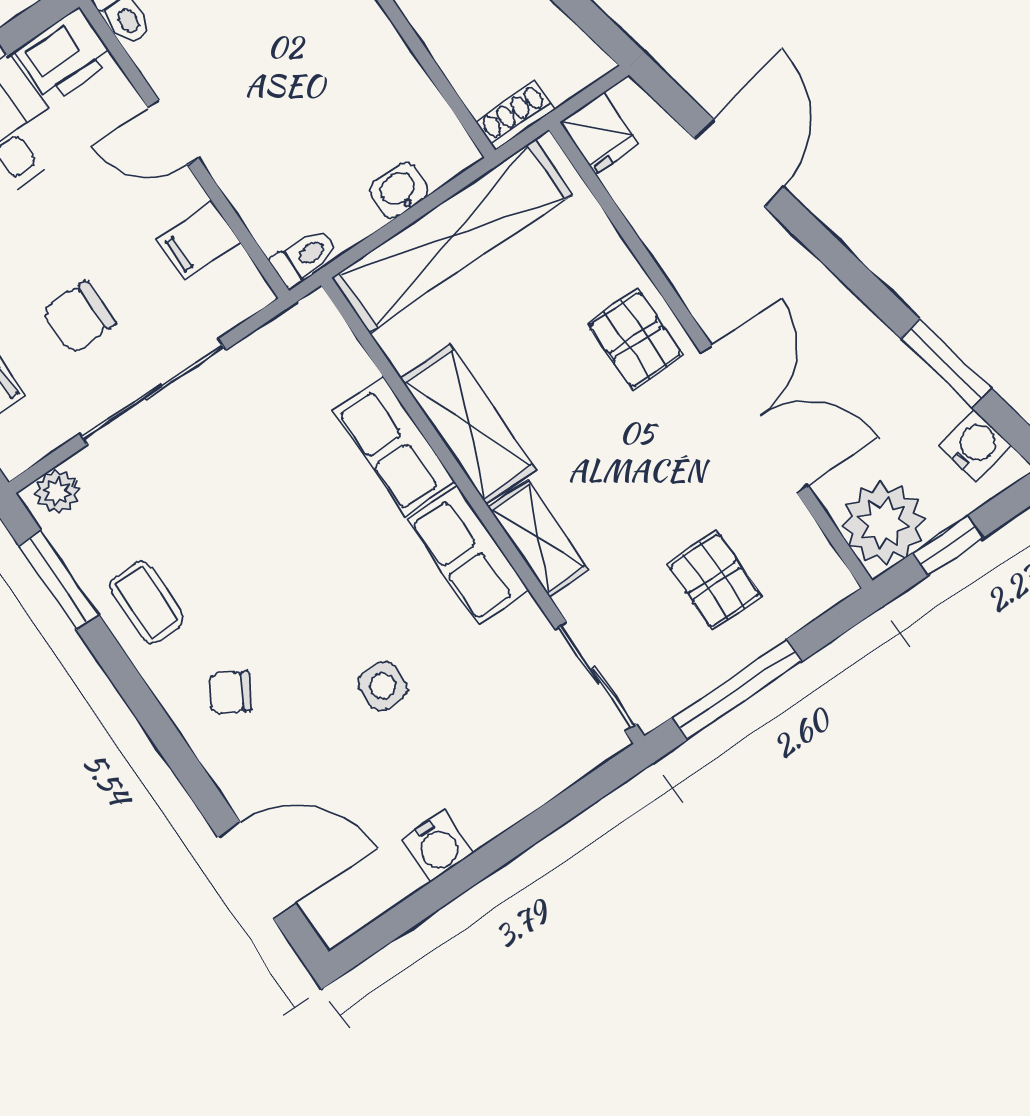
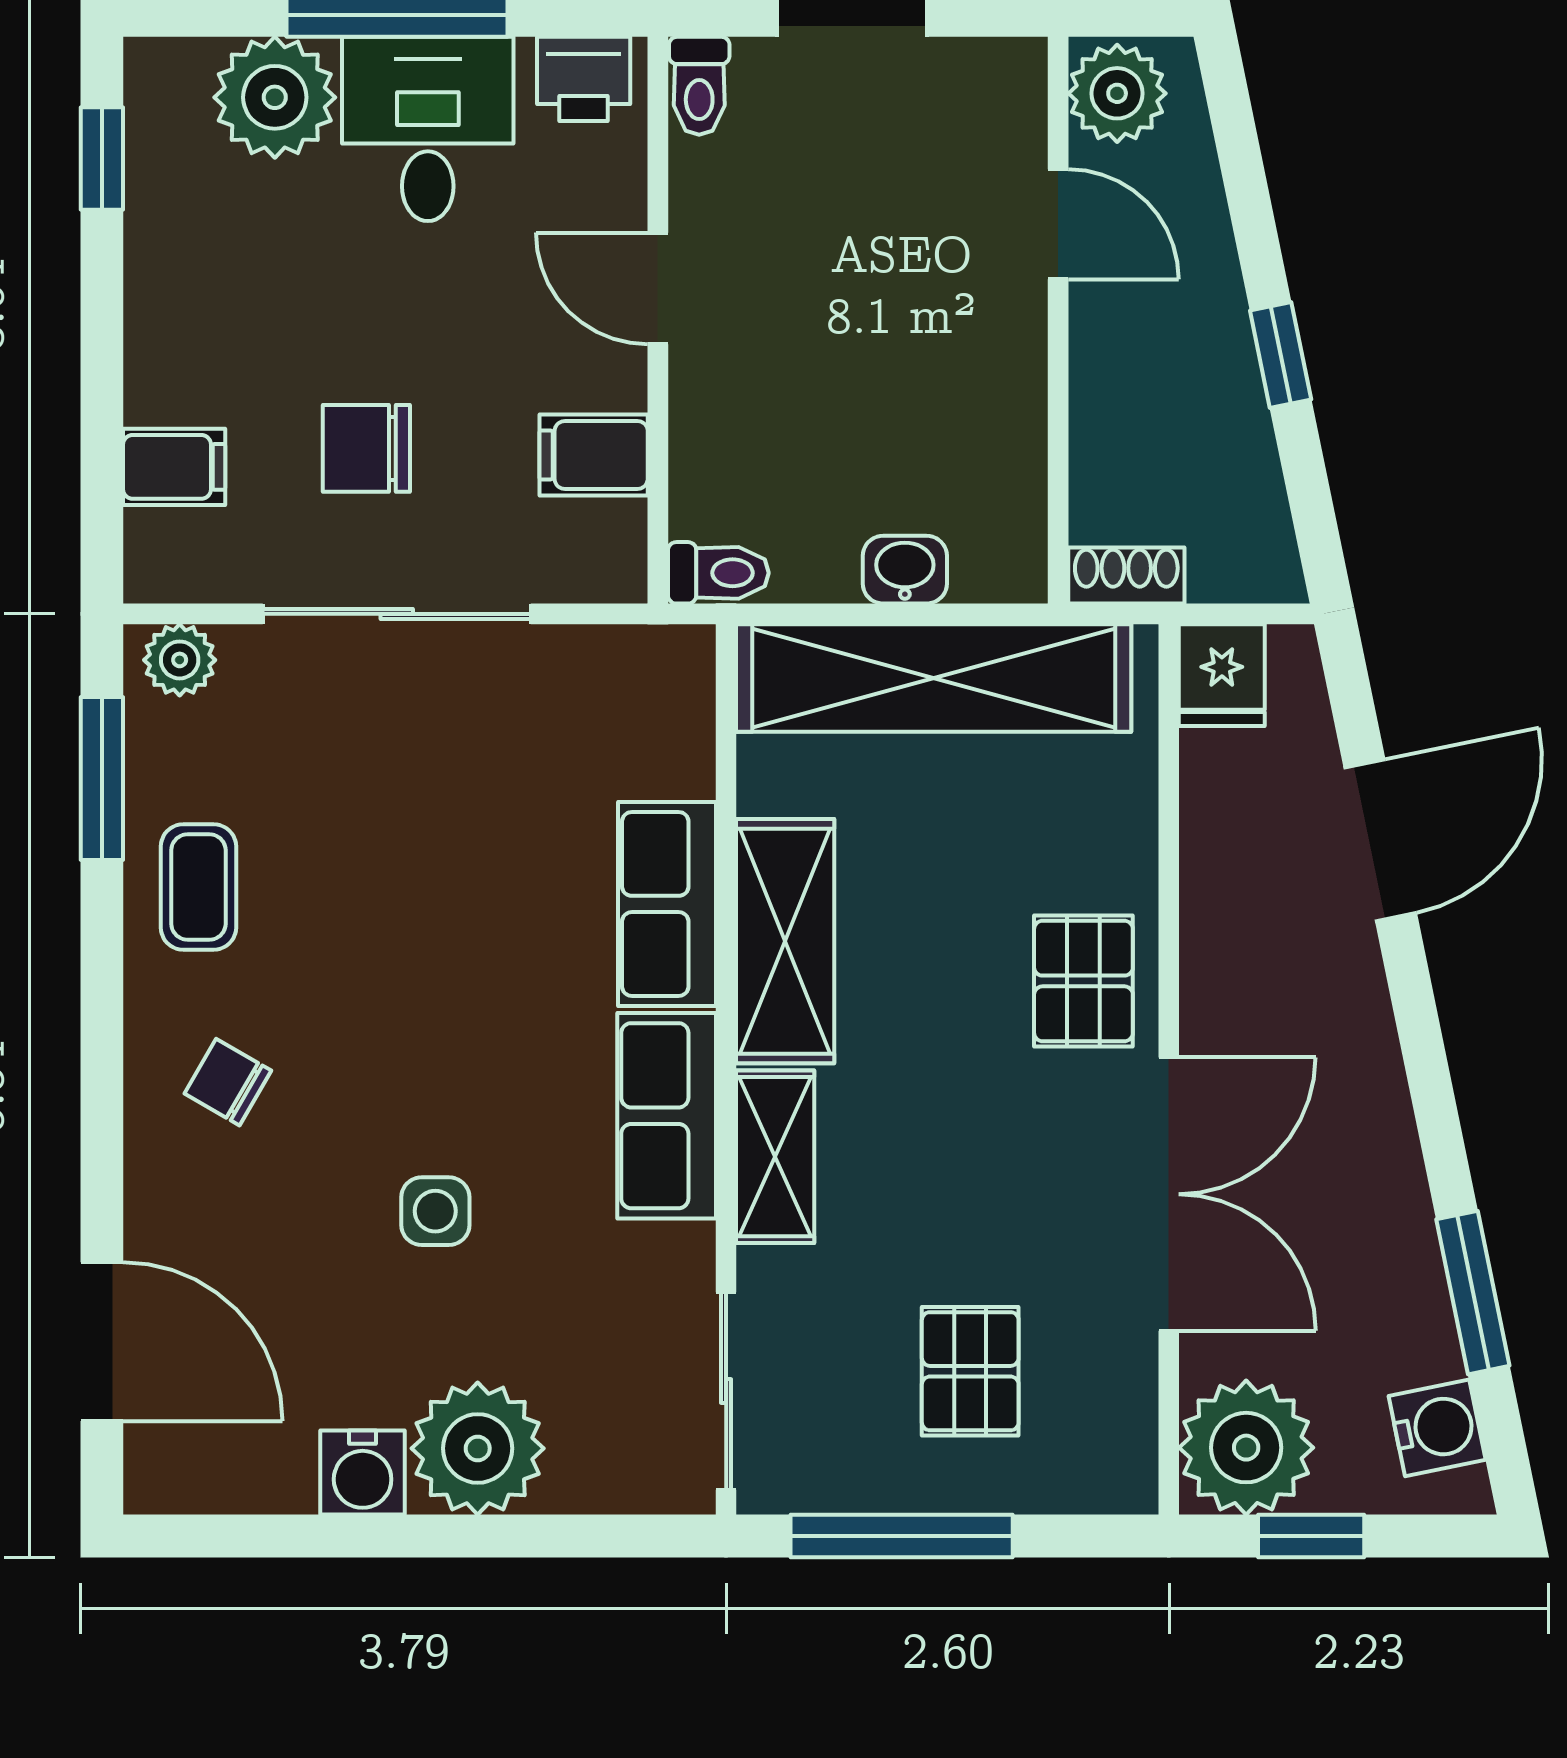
printer: (65, 56) -> (584, 79), width x0.73, depth x0.81
plant: (488, 793) -> (478, 1448), added

